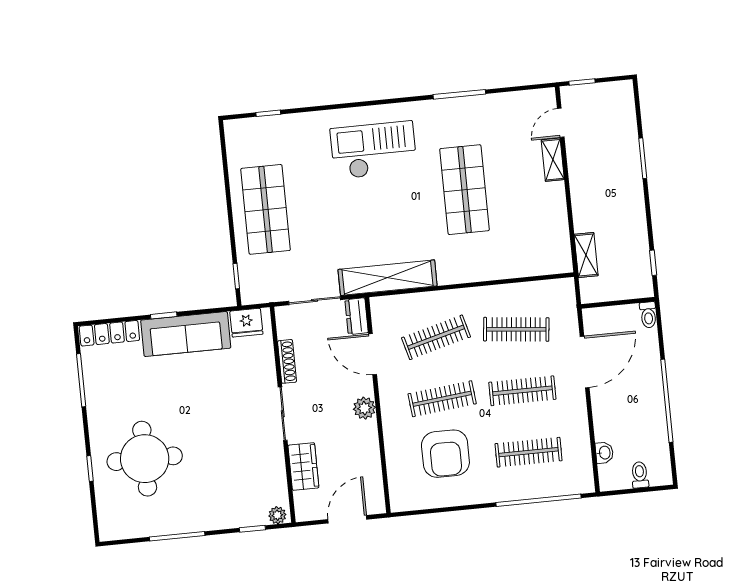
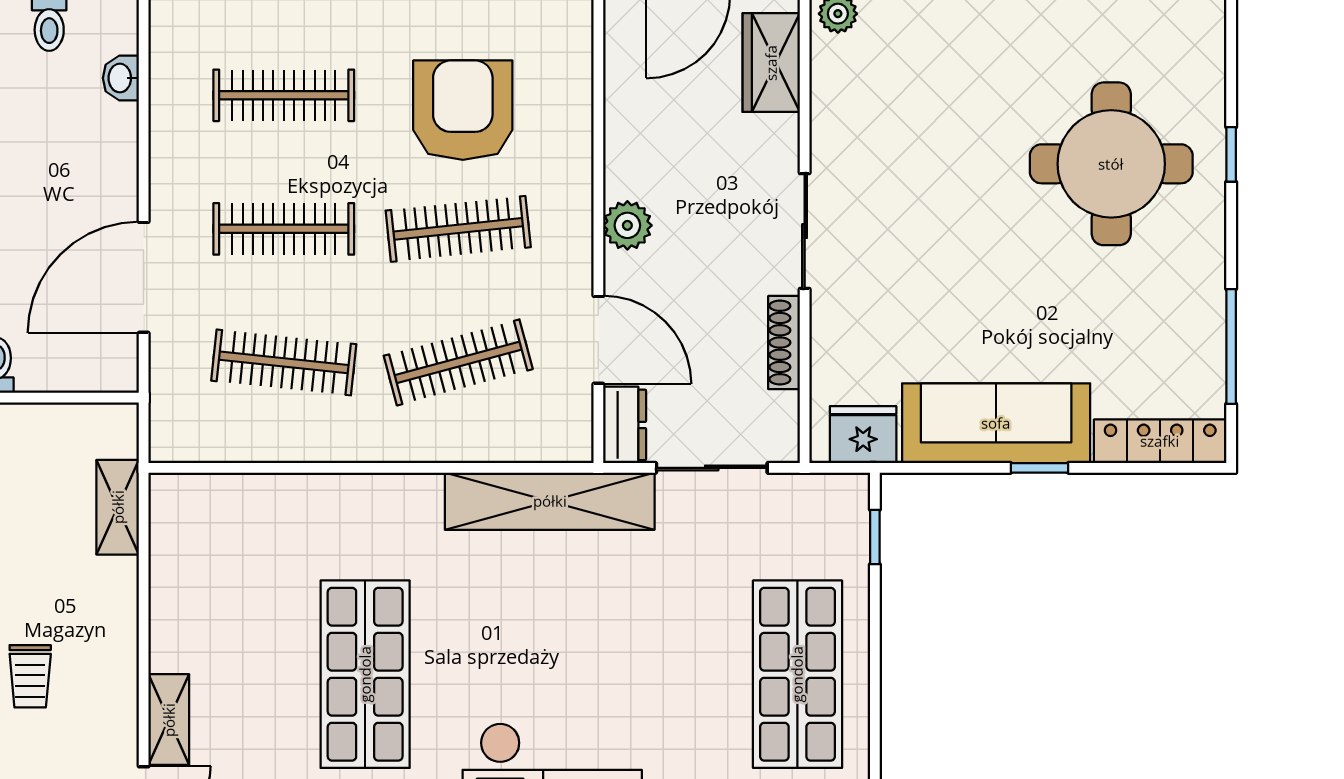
trolley: (619, 173) -> (30, 676), added
wardrobe: (303, 467) -> (771, 63), moved

